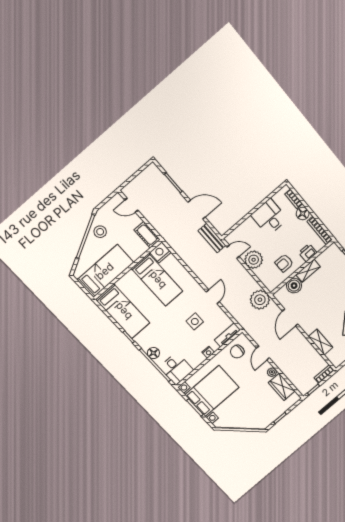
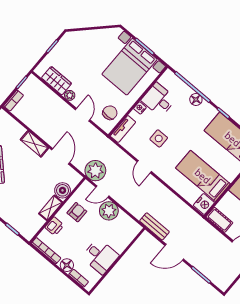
door: (233, 252) -> (102, 192), moved
shelving: (321, 342) -> (34, 144), moved
desk: (176, 369) -> (159, 100), moved

